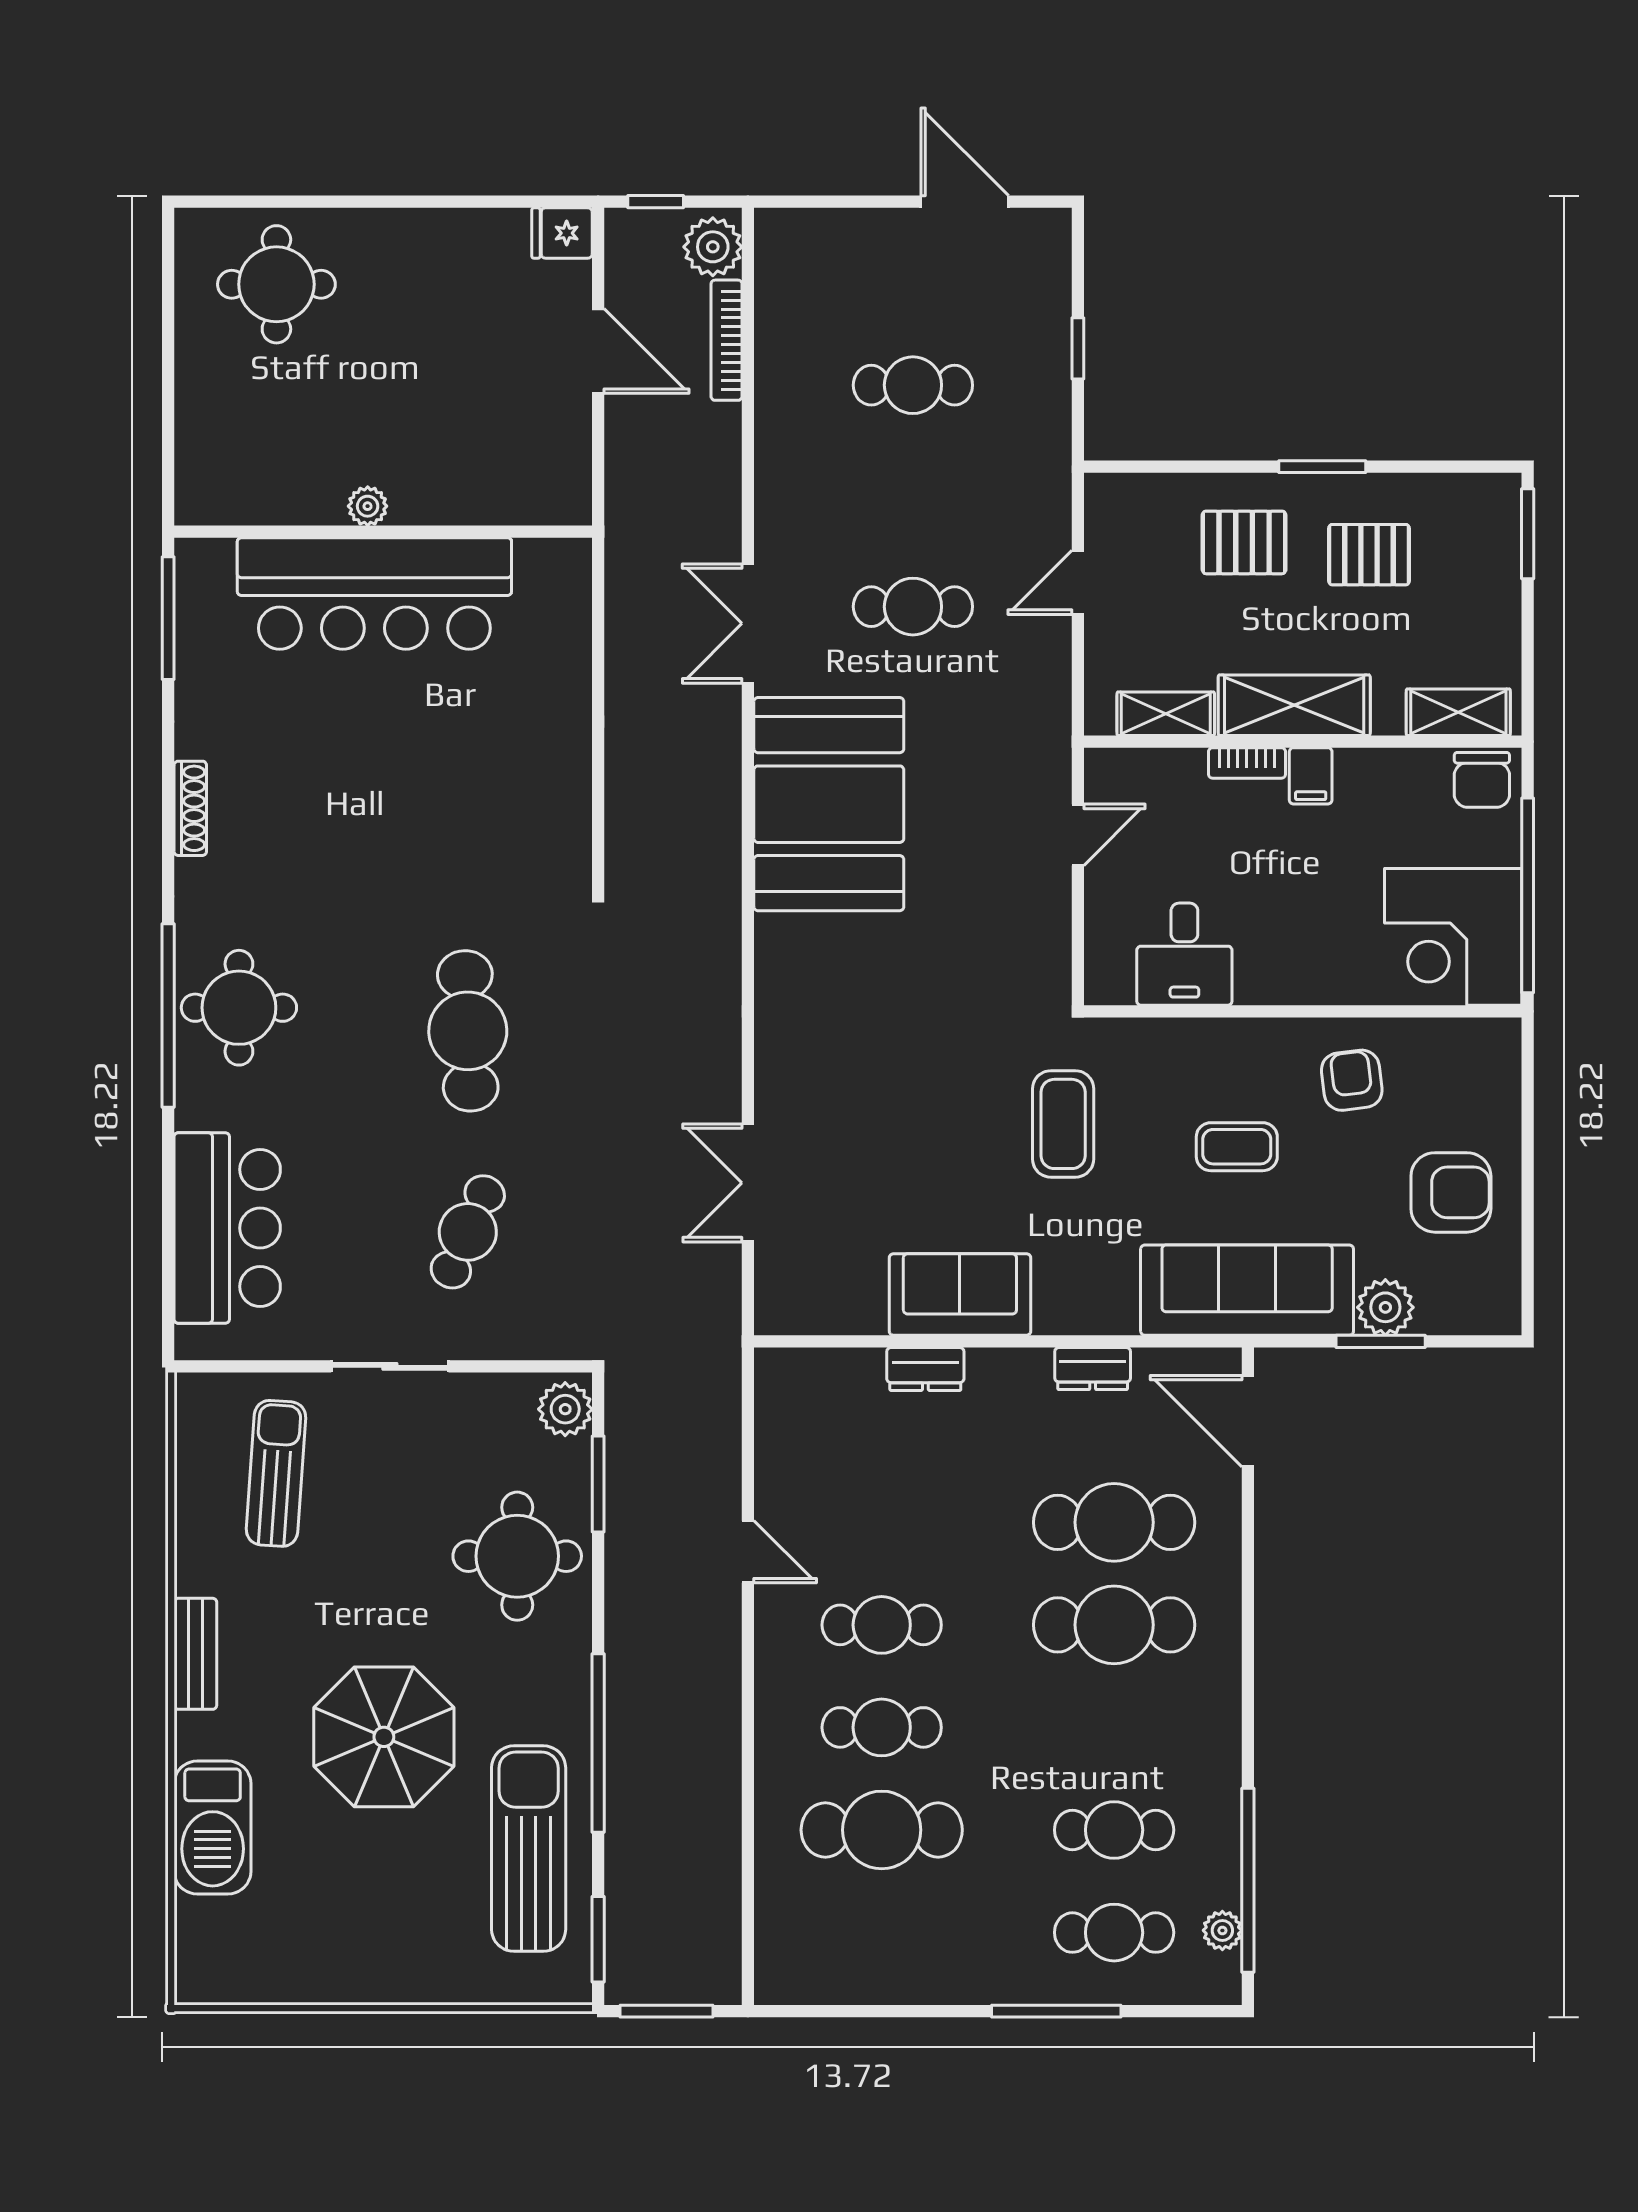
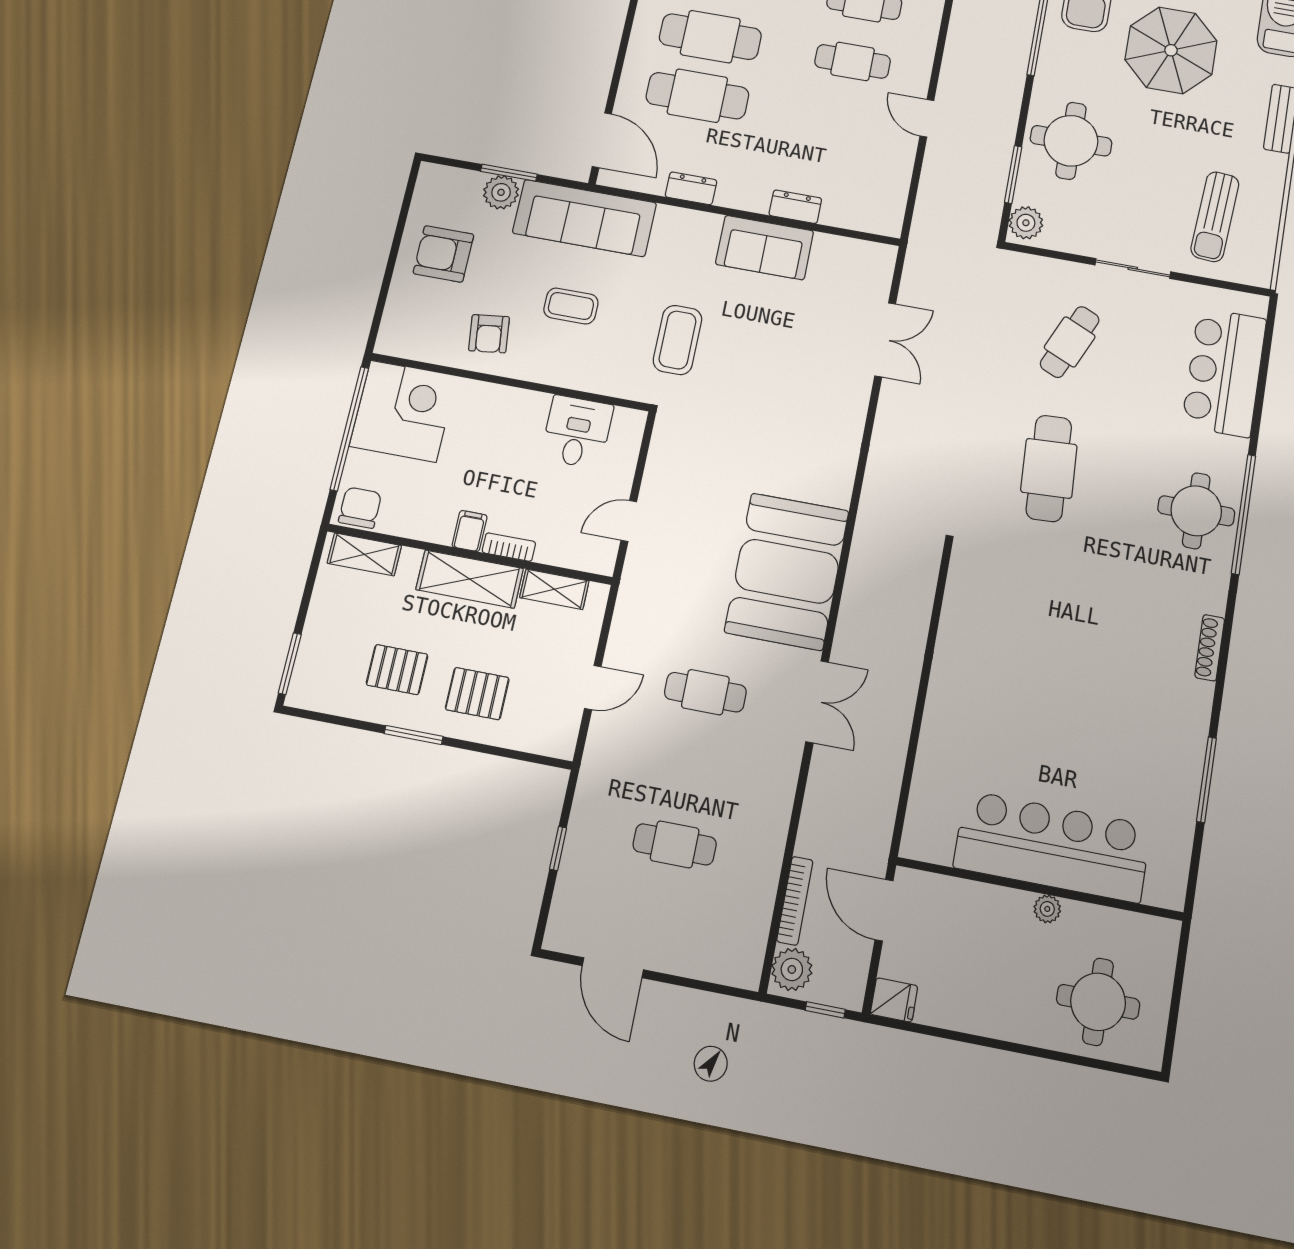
plant: (368, 506) -> (1047, 909), moved
wall: (383, 532) -> (1039, 889), moved
bar counter: (374, 593) -> (1052, 846), moved

